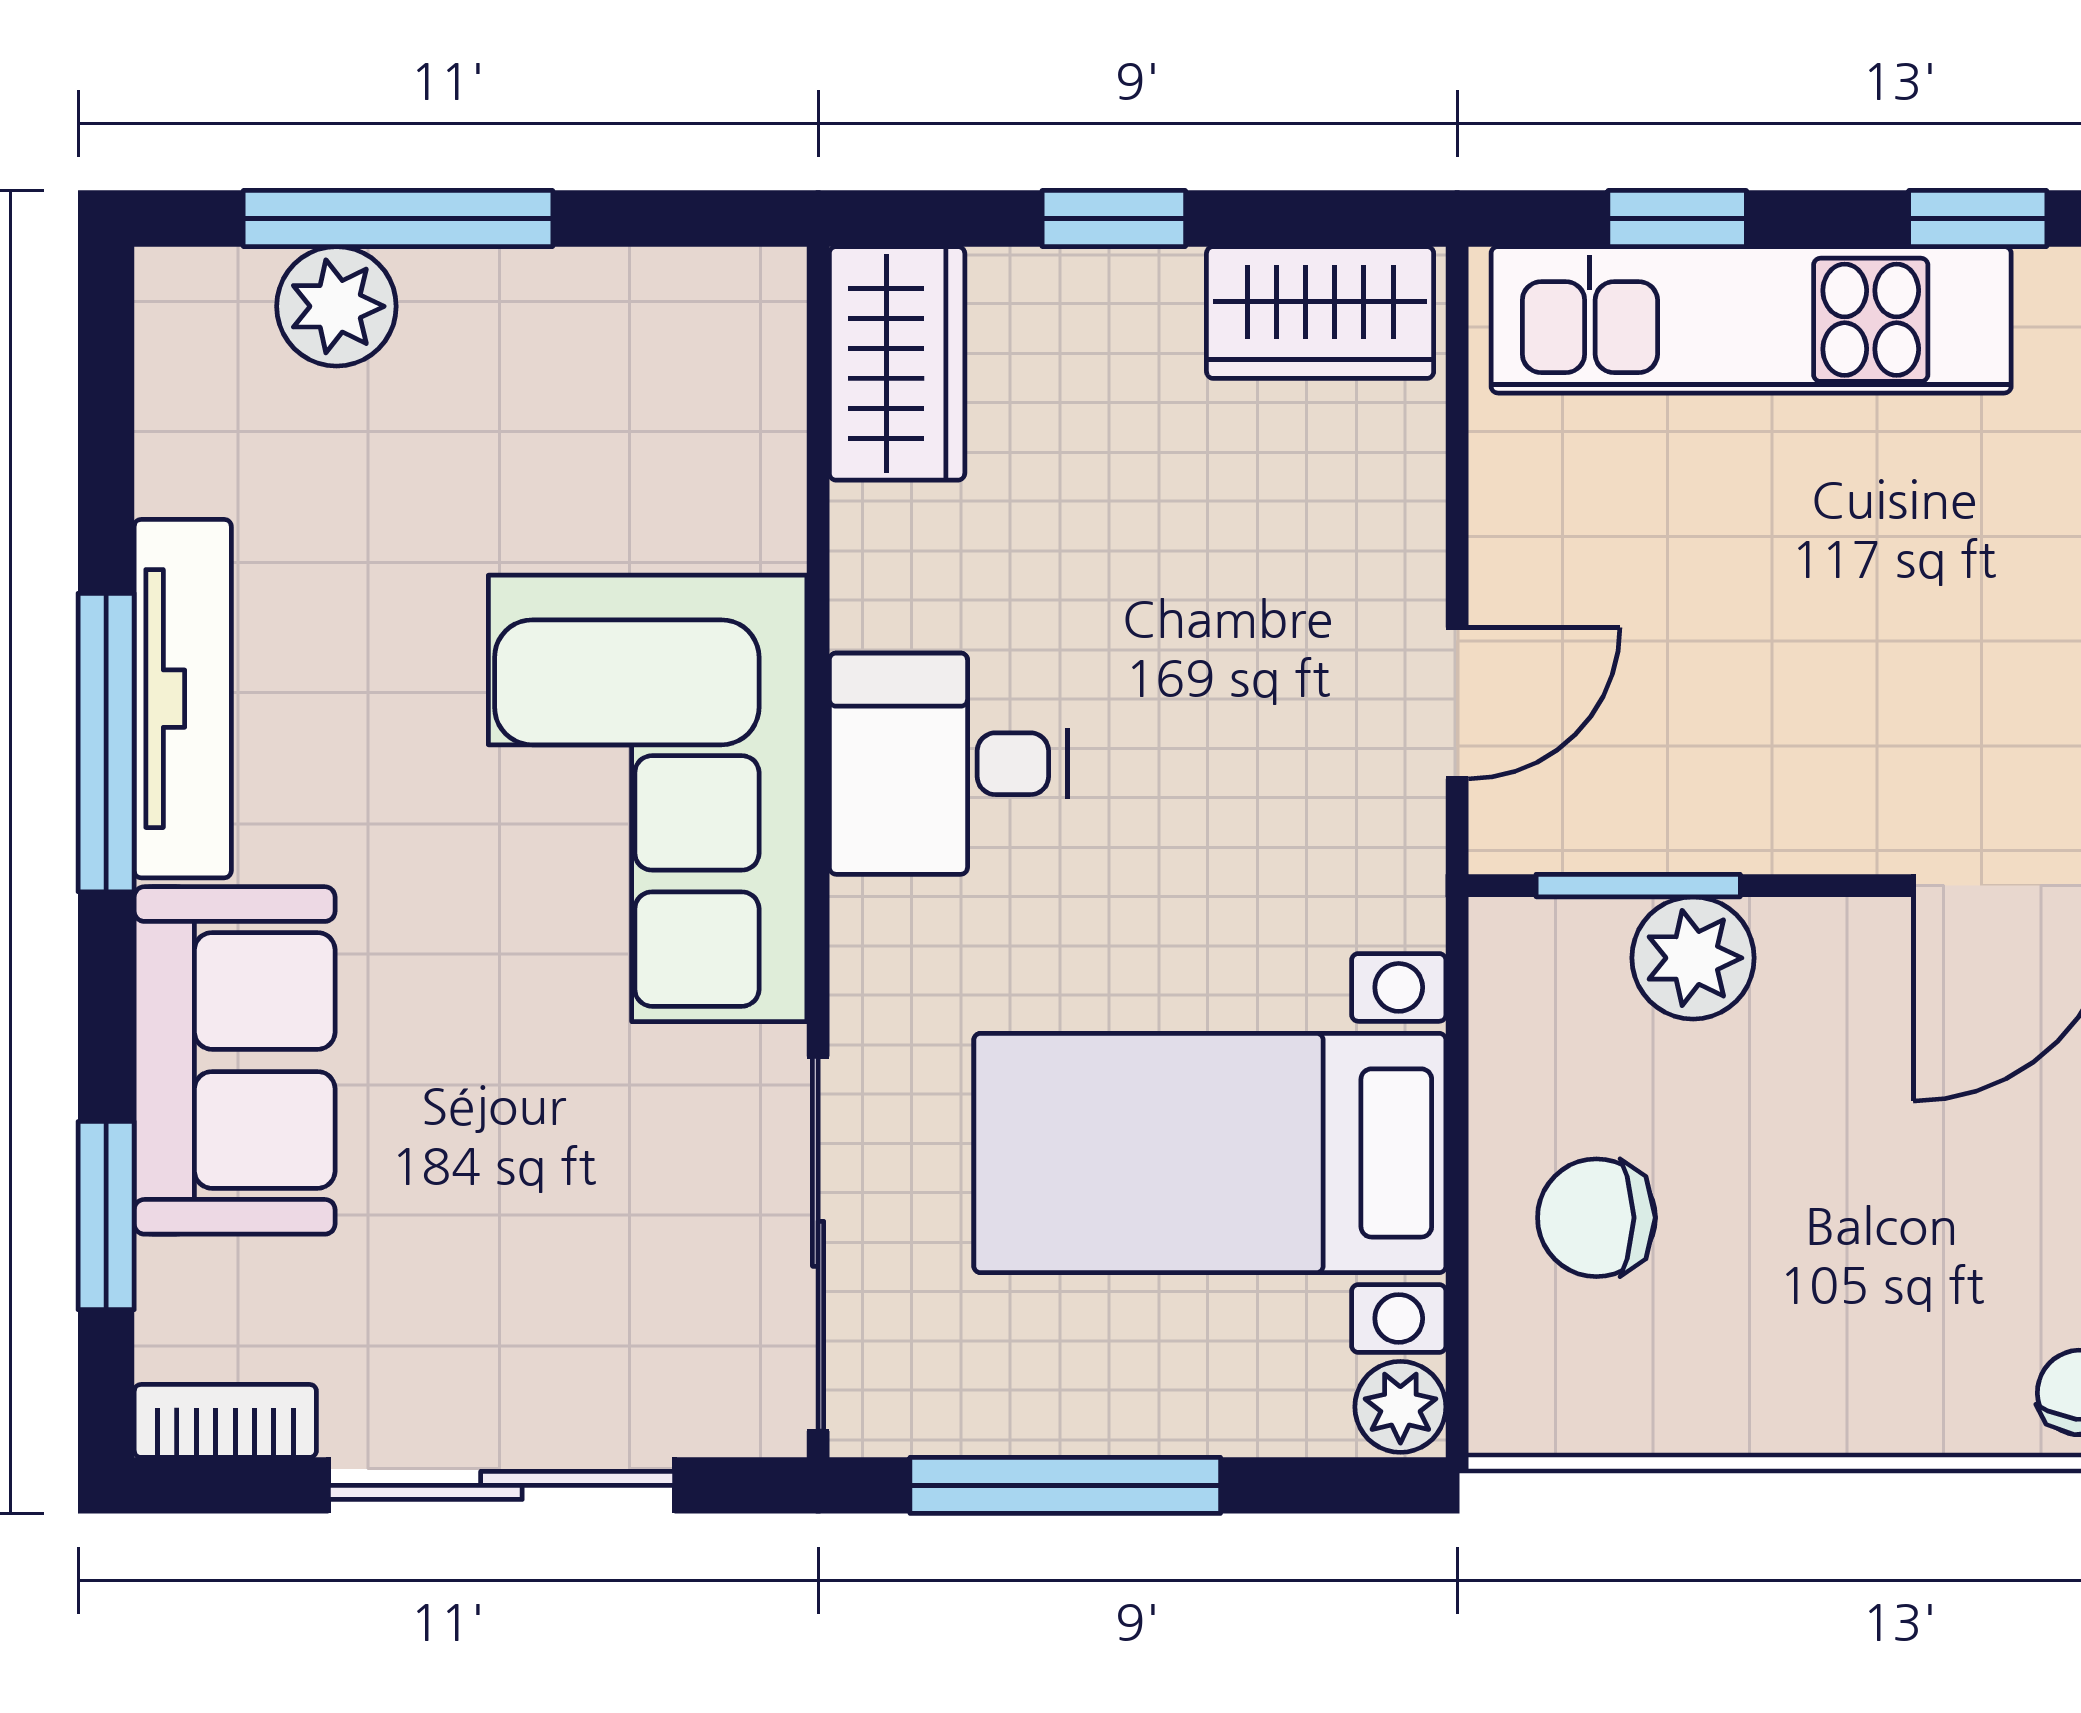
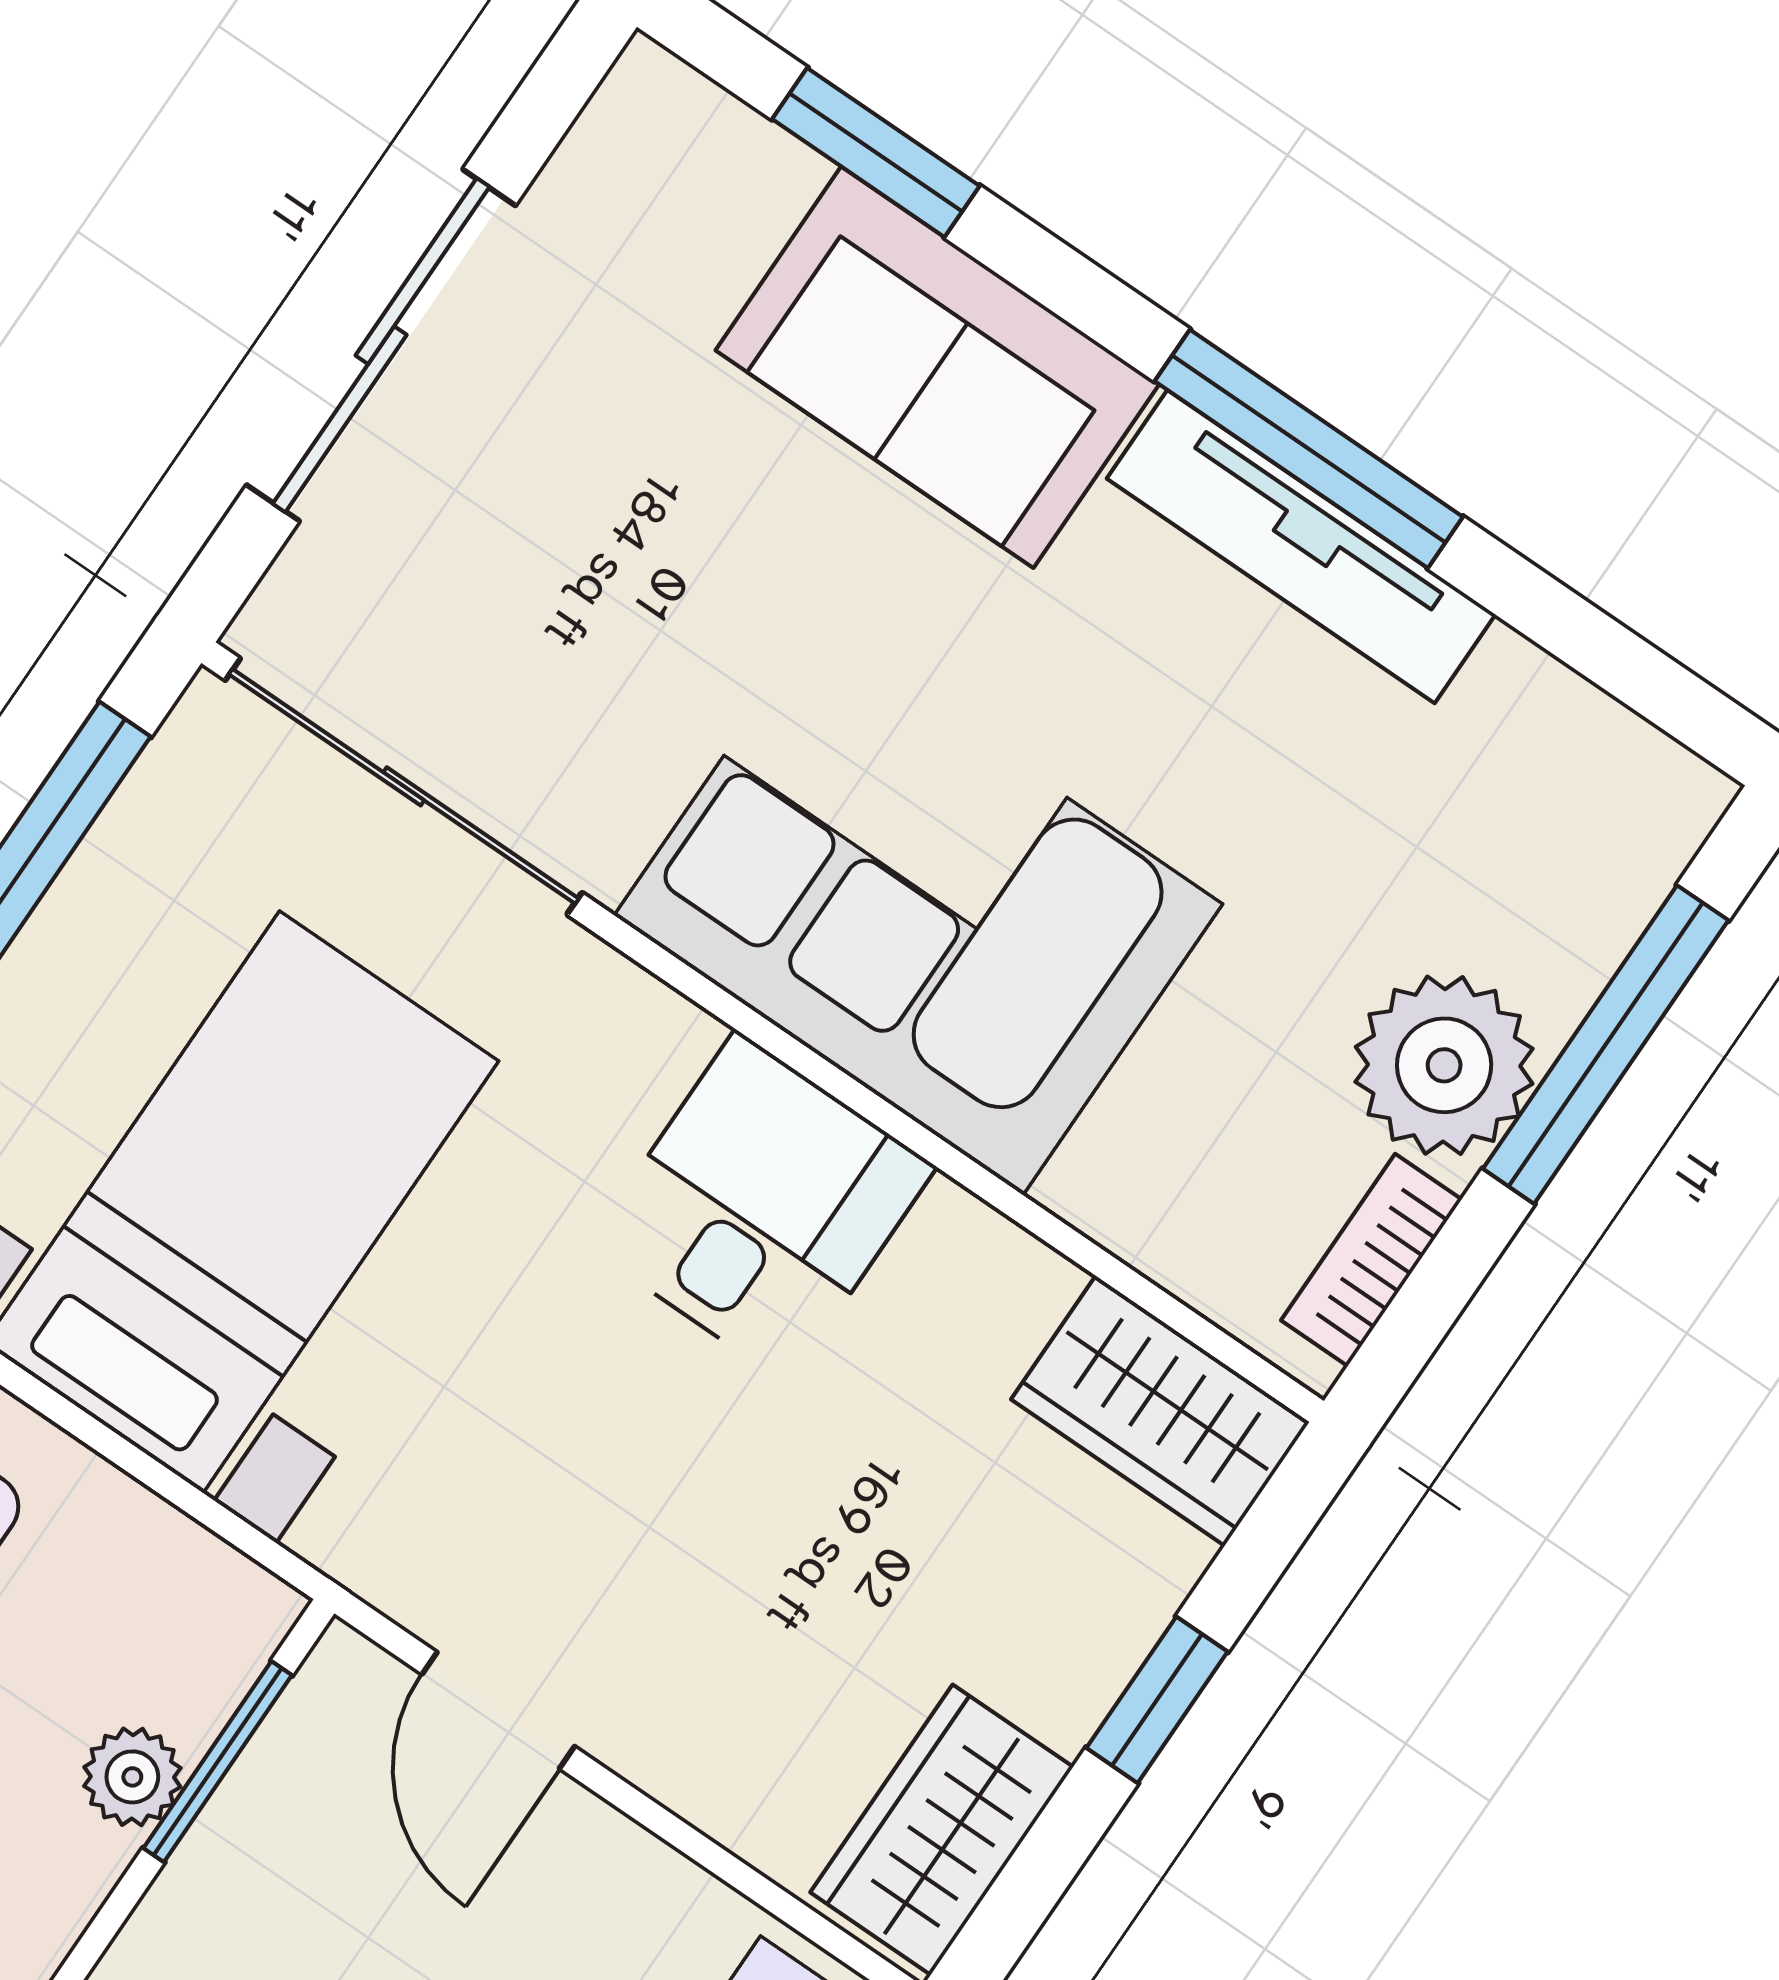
plant: (336, 306) -> (1444, 1065), moved, width x1.36, depth x1.36
plant: (1693, 958) -> (132, 1777), width x0.73, depth x0.73
bookcase: (225, 1421) -> (1371, 1260), moved, turned 180

